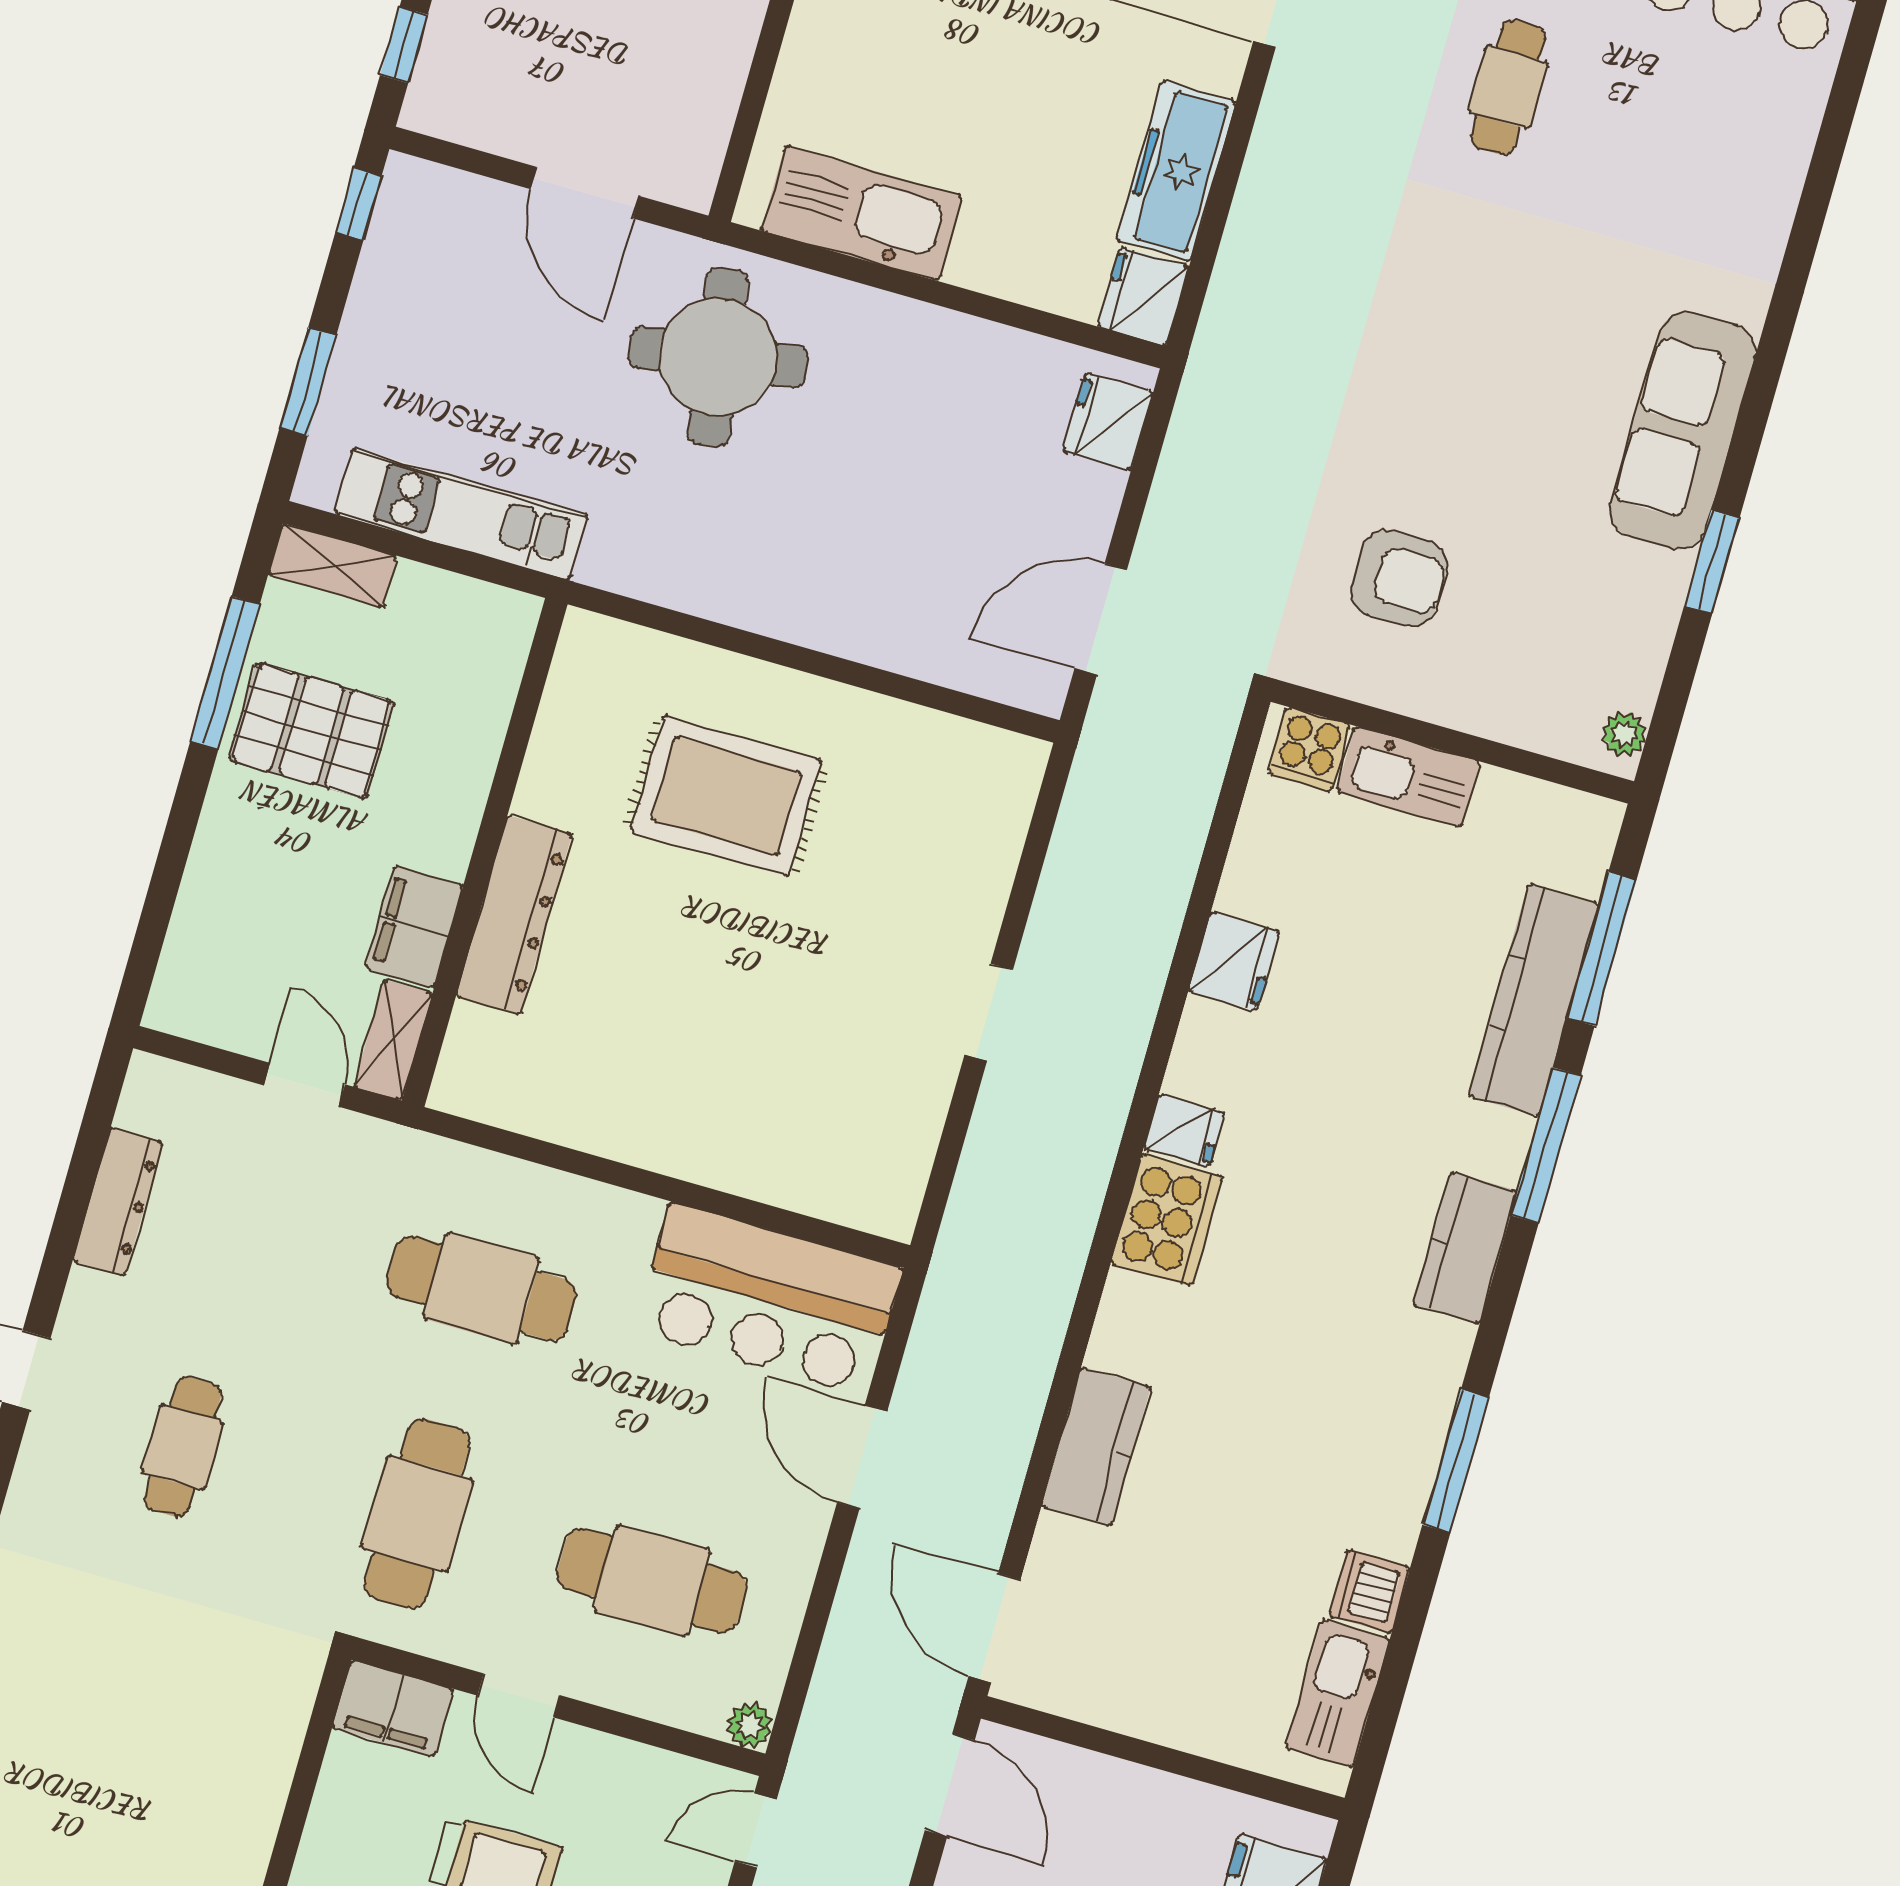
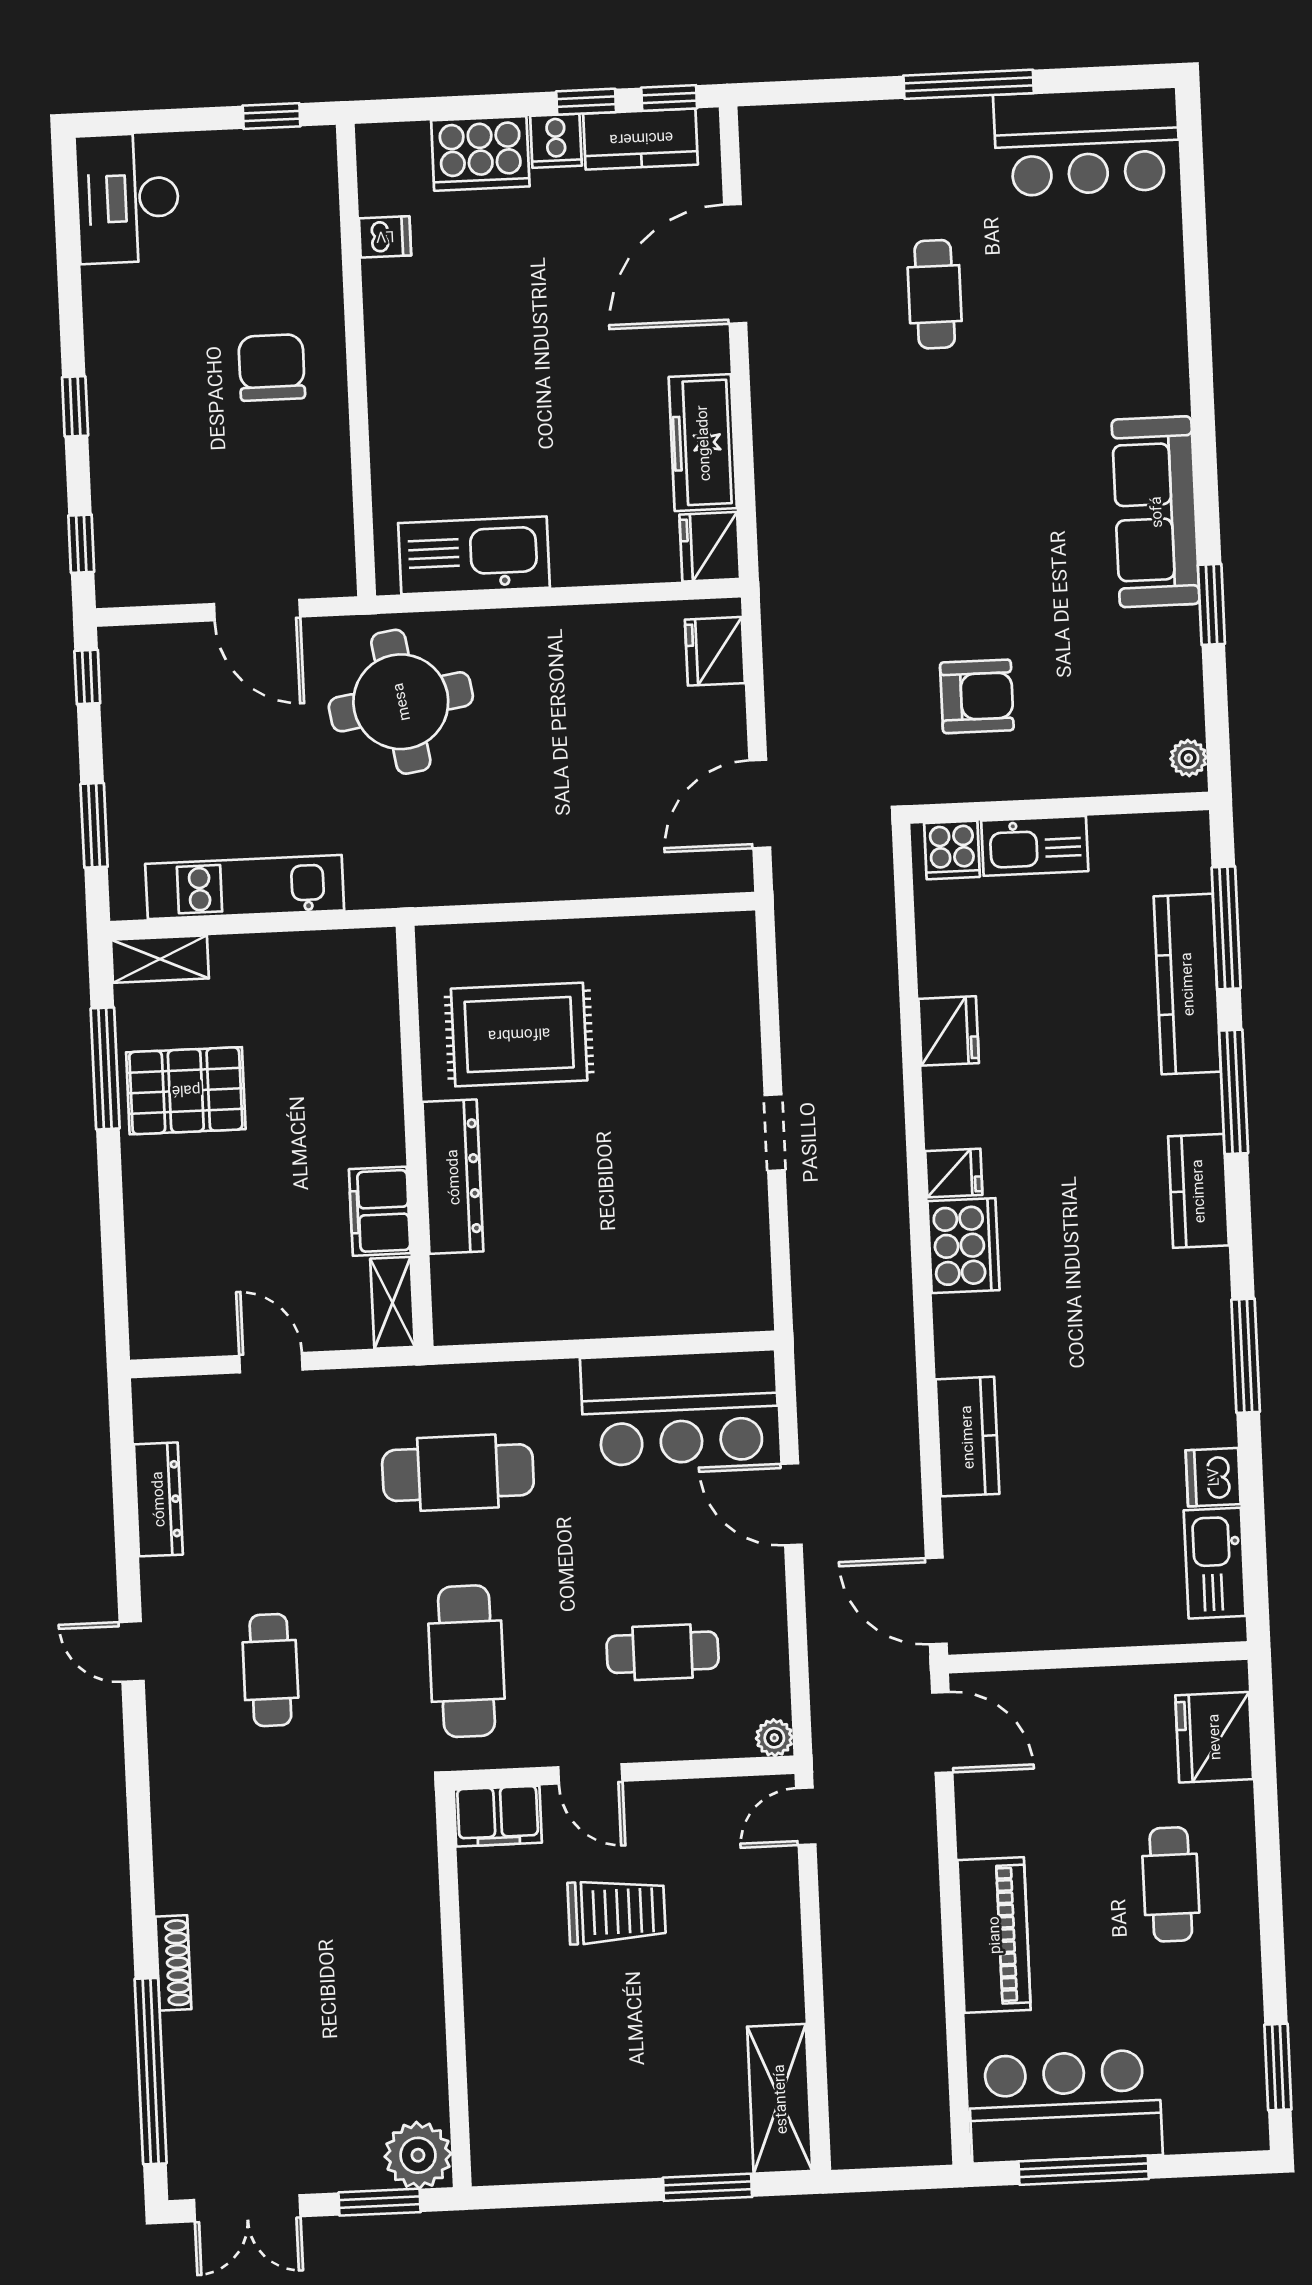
wall: (485, 852) -> (415, 1136), moved
dresser: (514, 915) -> (453, 1177), moved
filing cabinet: (414, 927) -> (380, 1211), moved
shelving: (393, 1040) -> (393, 1303), moved
cafe table: (652, 1581) -> (663, 1652), width x0.73, depth x0.74

